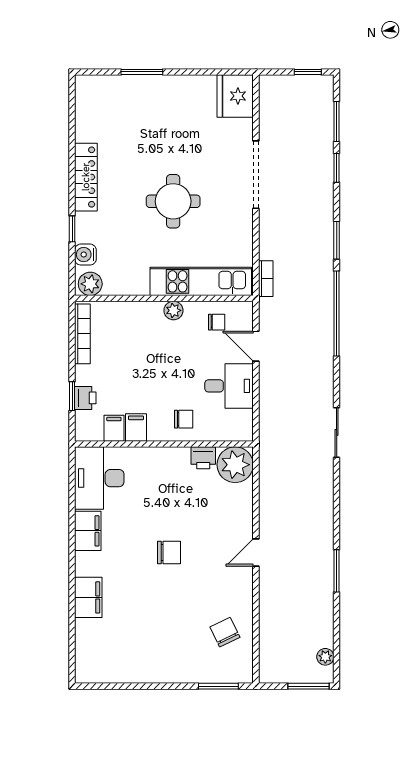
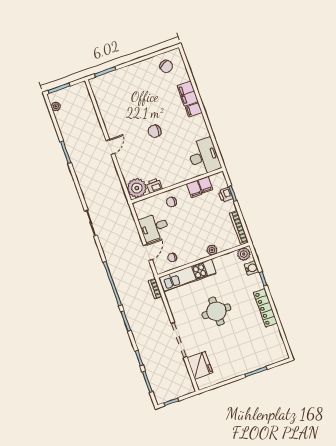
fridge: (235, 96) -> (200, 365), moved
plant: (173, 310) -> (212, 250), moved
door: (256, 346) -> (148, 252), hinge flipped
filing cabinet: (88, 531) -> (194, 110), moved, width x0.50
chair: (225, 632) -> (166, 66), moved

